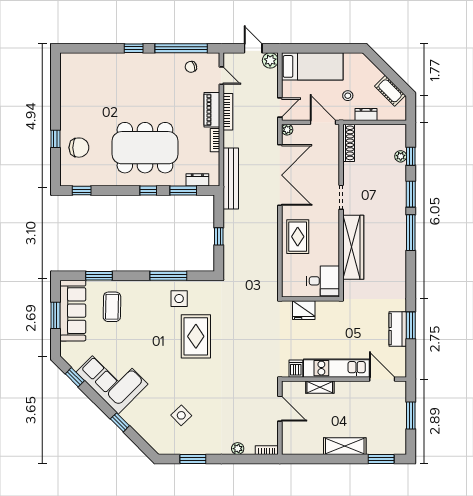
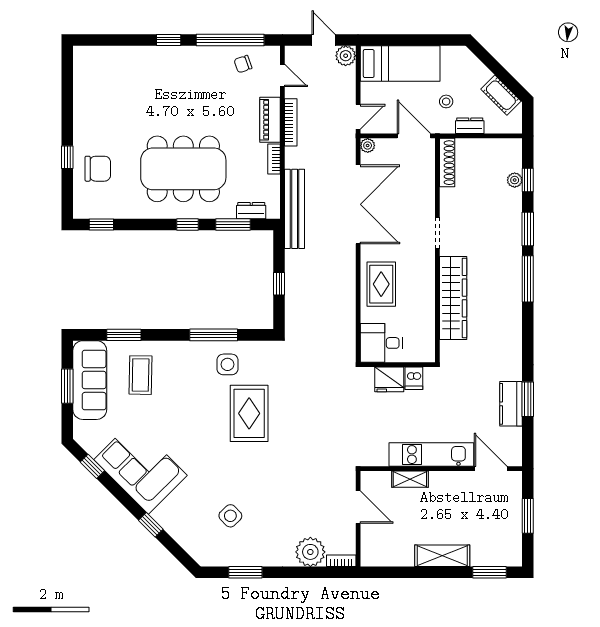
desk: (323, 281) -> (381, 343), moved, turned 180
dishwasher: (296, 369) -> (414, 378), moved, turned 180
plant: (238, 449) -> (310, 552), width x1.87, depth x1.87

